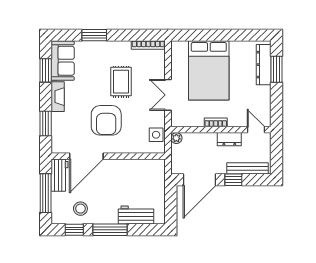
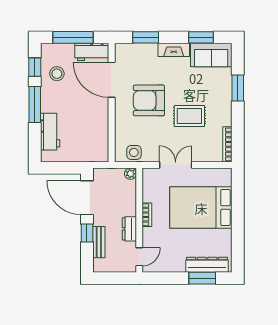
bench: (247, 168) -> (99, 242), width x0.73

